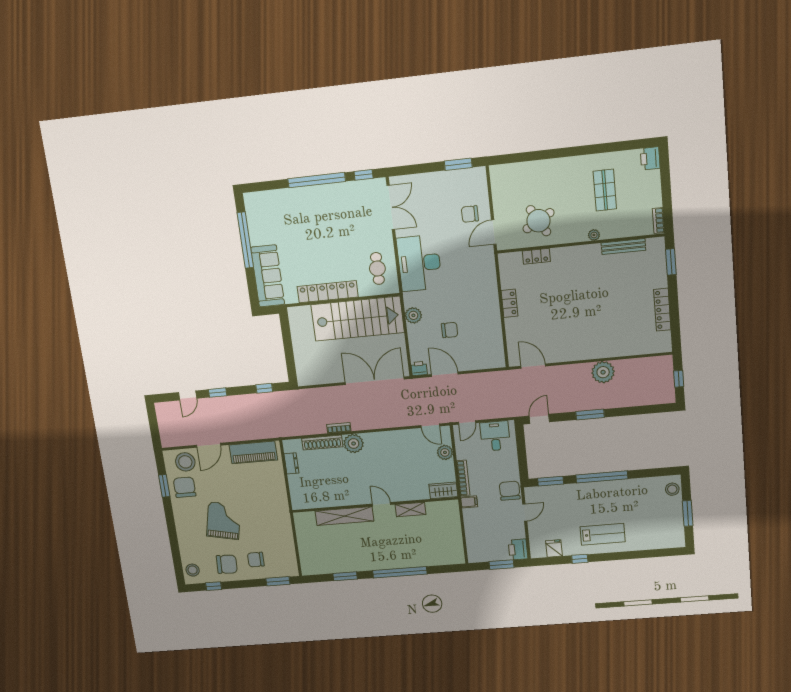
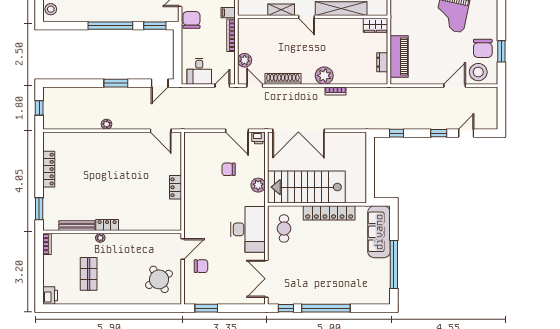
round table: (539, 221) -> (159, 279), moved
locker: (536, 256) -> (107, 225), moved
plant: (603, 372) -> (107, 124), width x0.53, depth x0.53
shoe rack: (322, 443) -> (283, 79), moved
piano: (253, 452) -> (399, 57), moved, turned 90
wardrobe: (443, 490) -> (376, 25), moved
chair: (510, 491) -> (191, 20), turned 180

